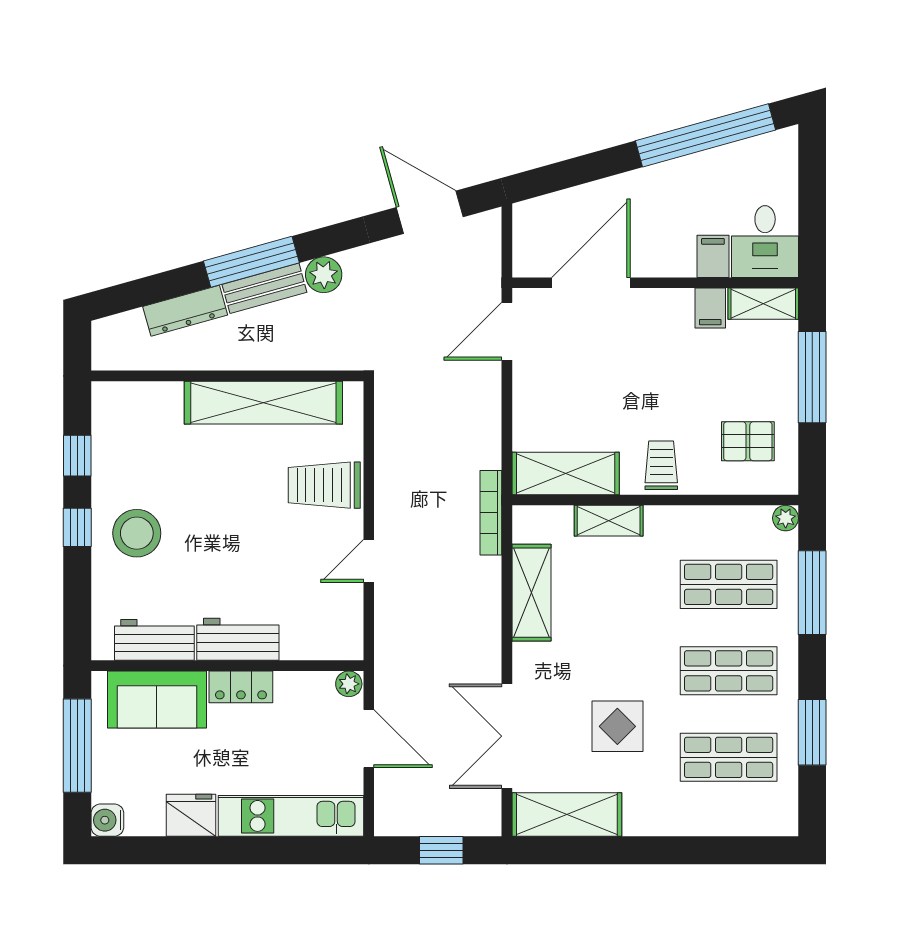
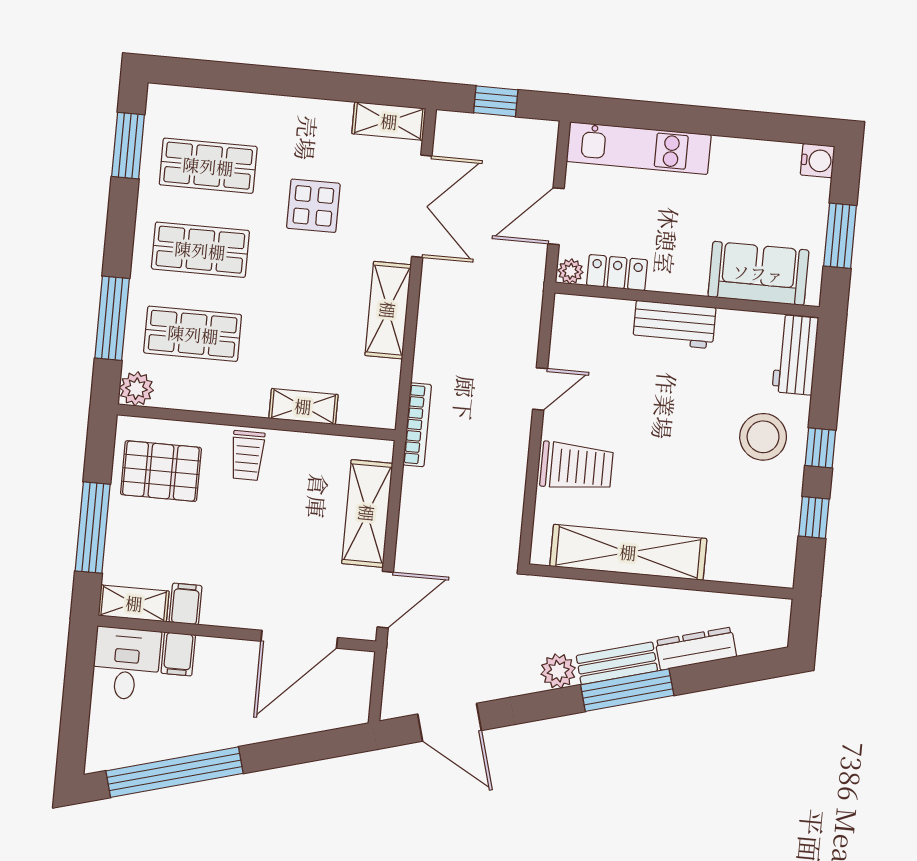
pallet: (748, 441) -> (161, 471), width x1.50, depth x1.42
shelving: (566, 473) -> (367, 513), moved, turned 90
plant: (786, 518) -> (136, 389), width x1.38, depth x1.38
shelving: (531, 593) -> (388, 310), moved
workbench: (154, 640) -> (795, 355), moved, turned 90
locker: (241, 687) -> (617, 273), moved
window: (812, 732) -> (128, 146), moved
door: (369, 739) -> (556, 216), hinge flipped
window: (77, 746) -> (840, 236), width x0.69
fridge: (191, 815) -> (736, 158), removed
shelving: (567, 815) -> (389, 121), width x0.67, depth x0.75

